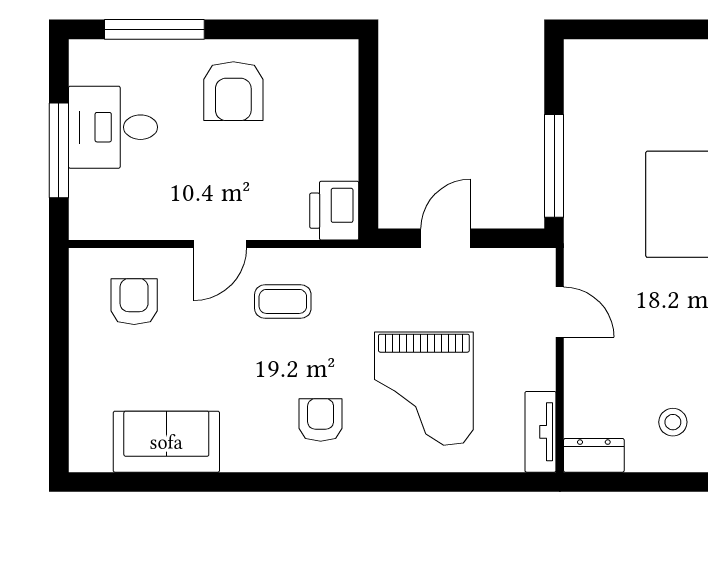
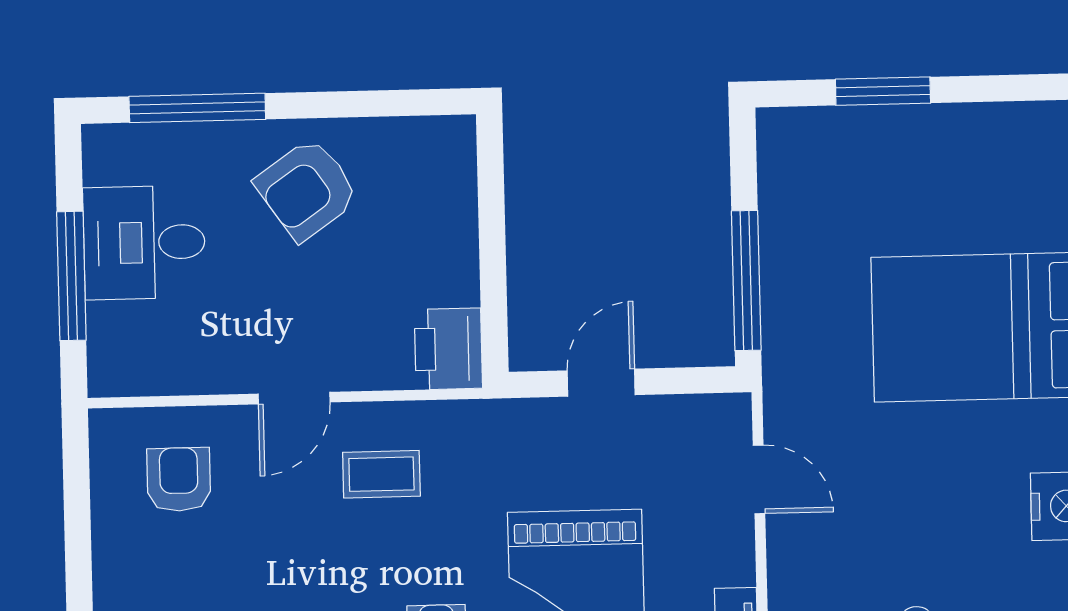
window: (658, 29) -> (883, 91), added
armchair: (233, 91) -> (307, 189), turned 55

